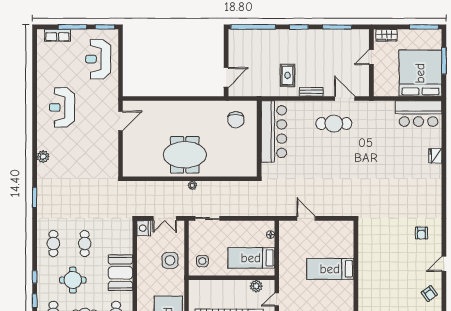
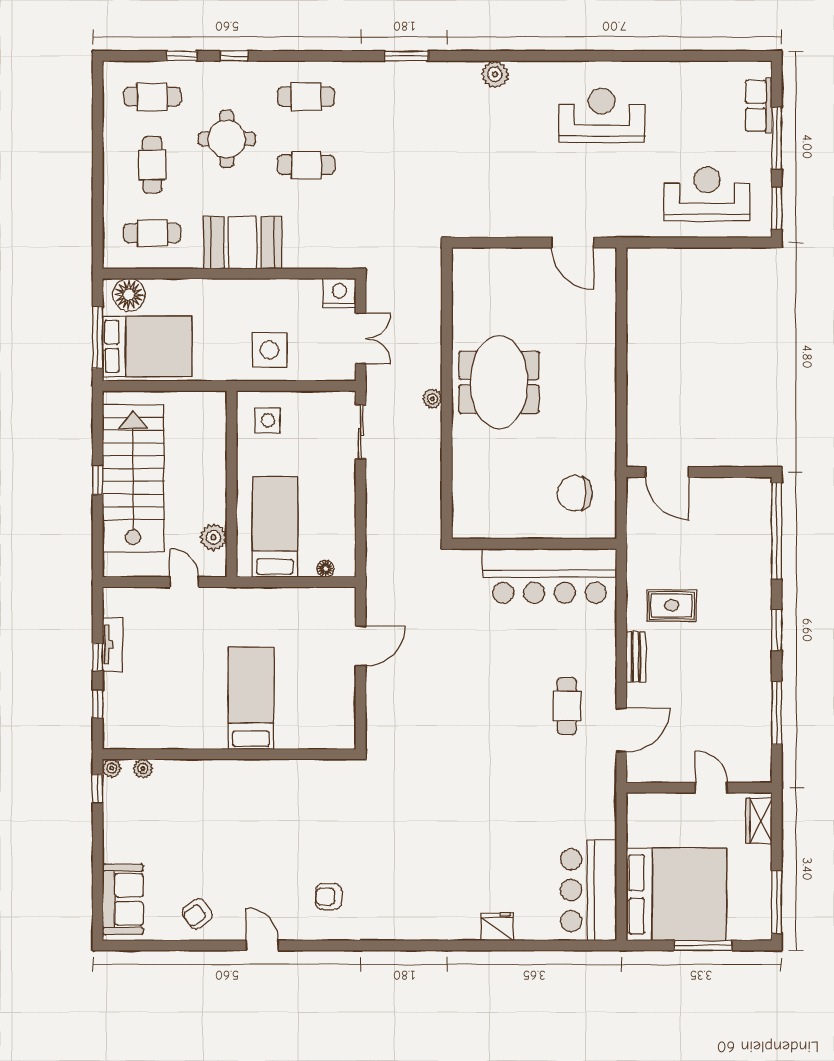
cafe table: (334, 124) -> (567, 706), width x0.73, depth x0.74
double door: (165, 218) -> (361, 339), swing flipped

